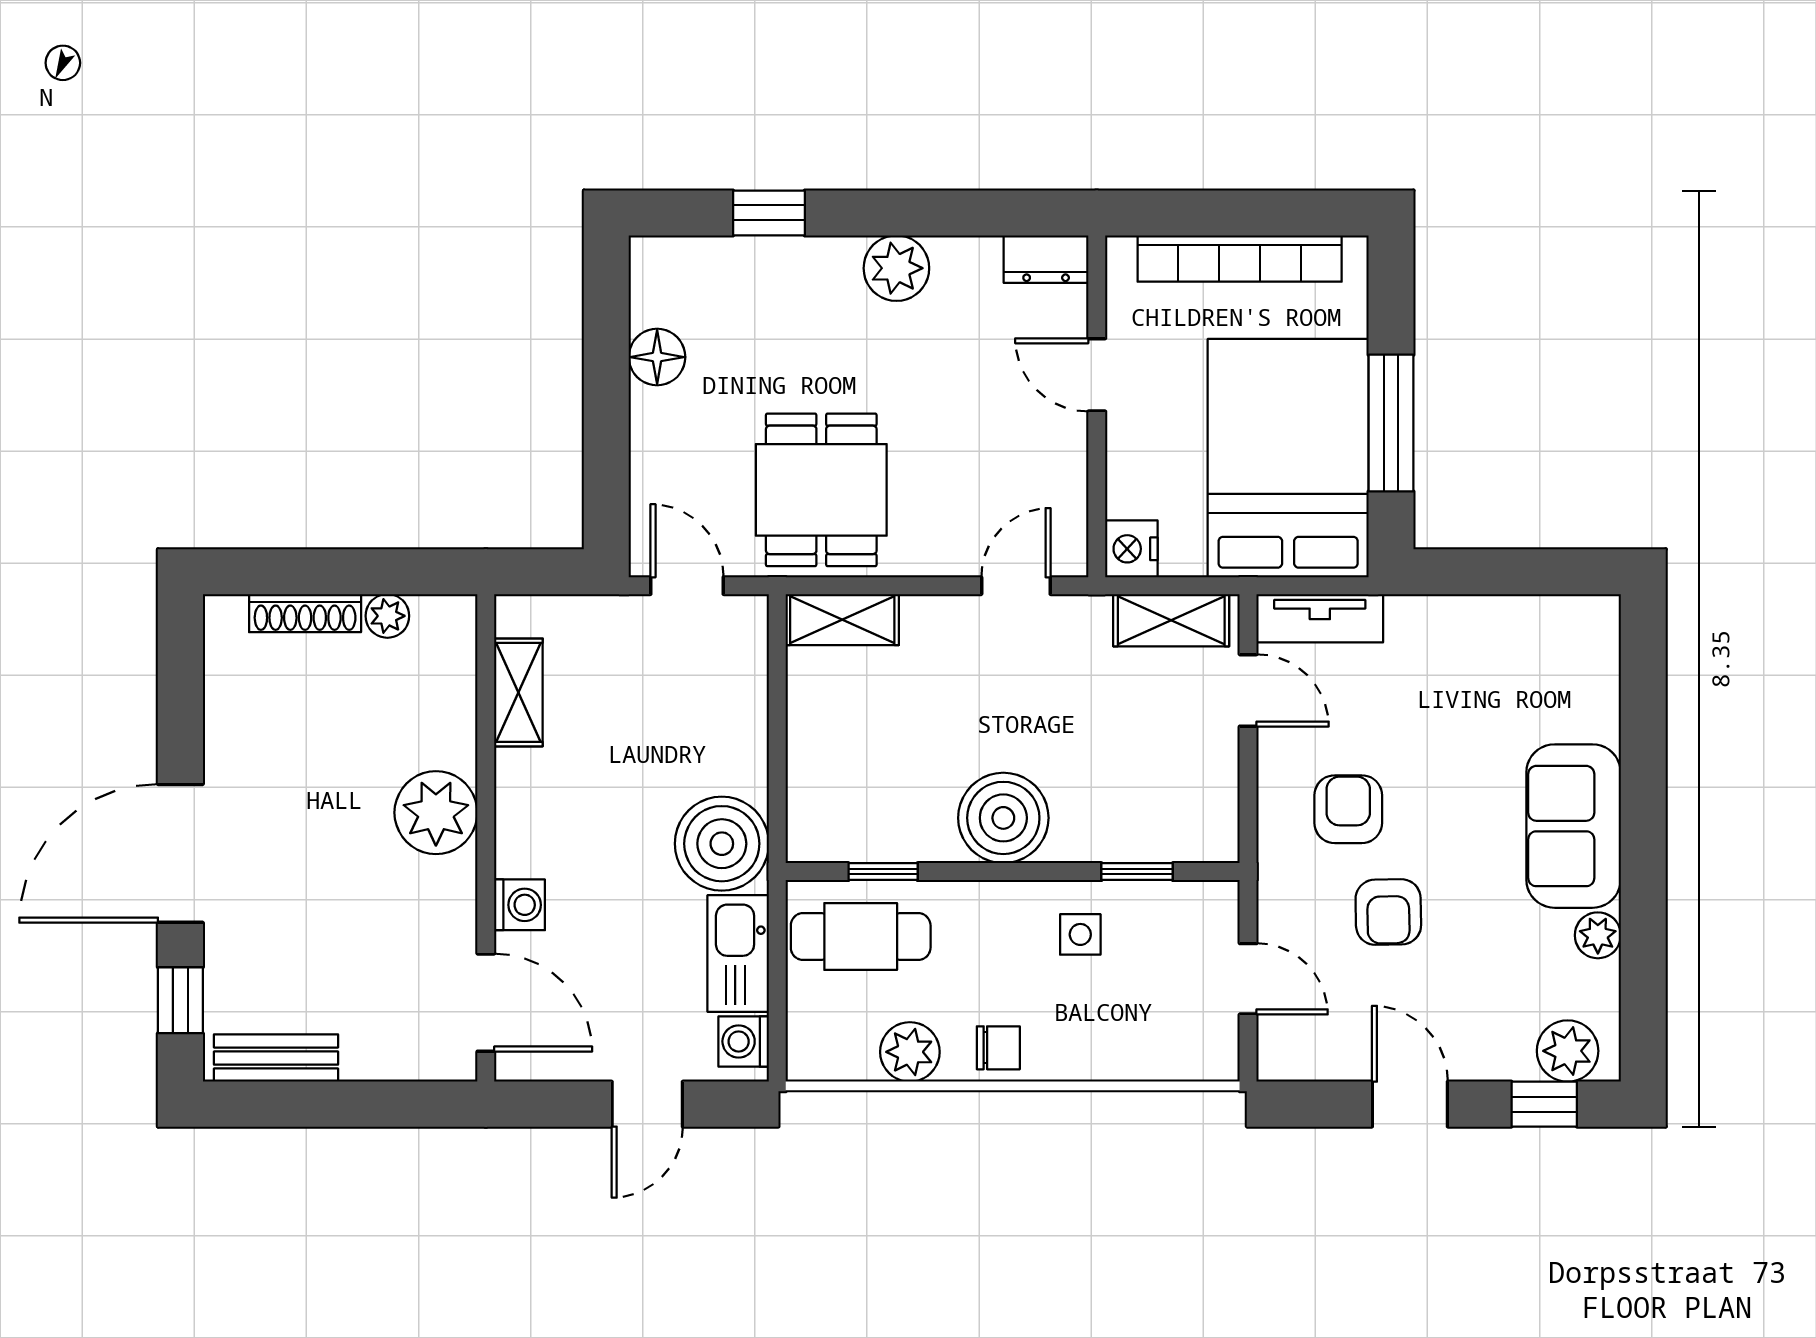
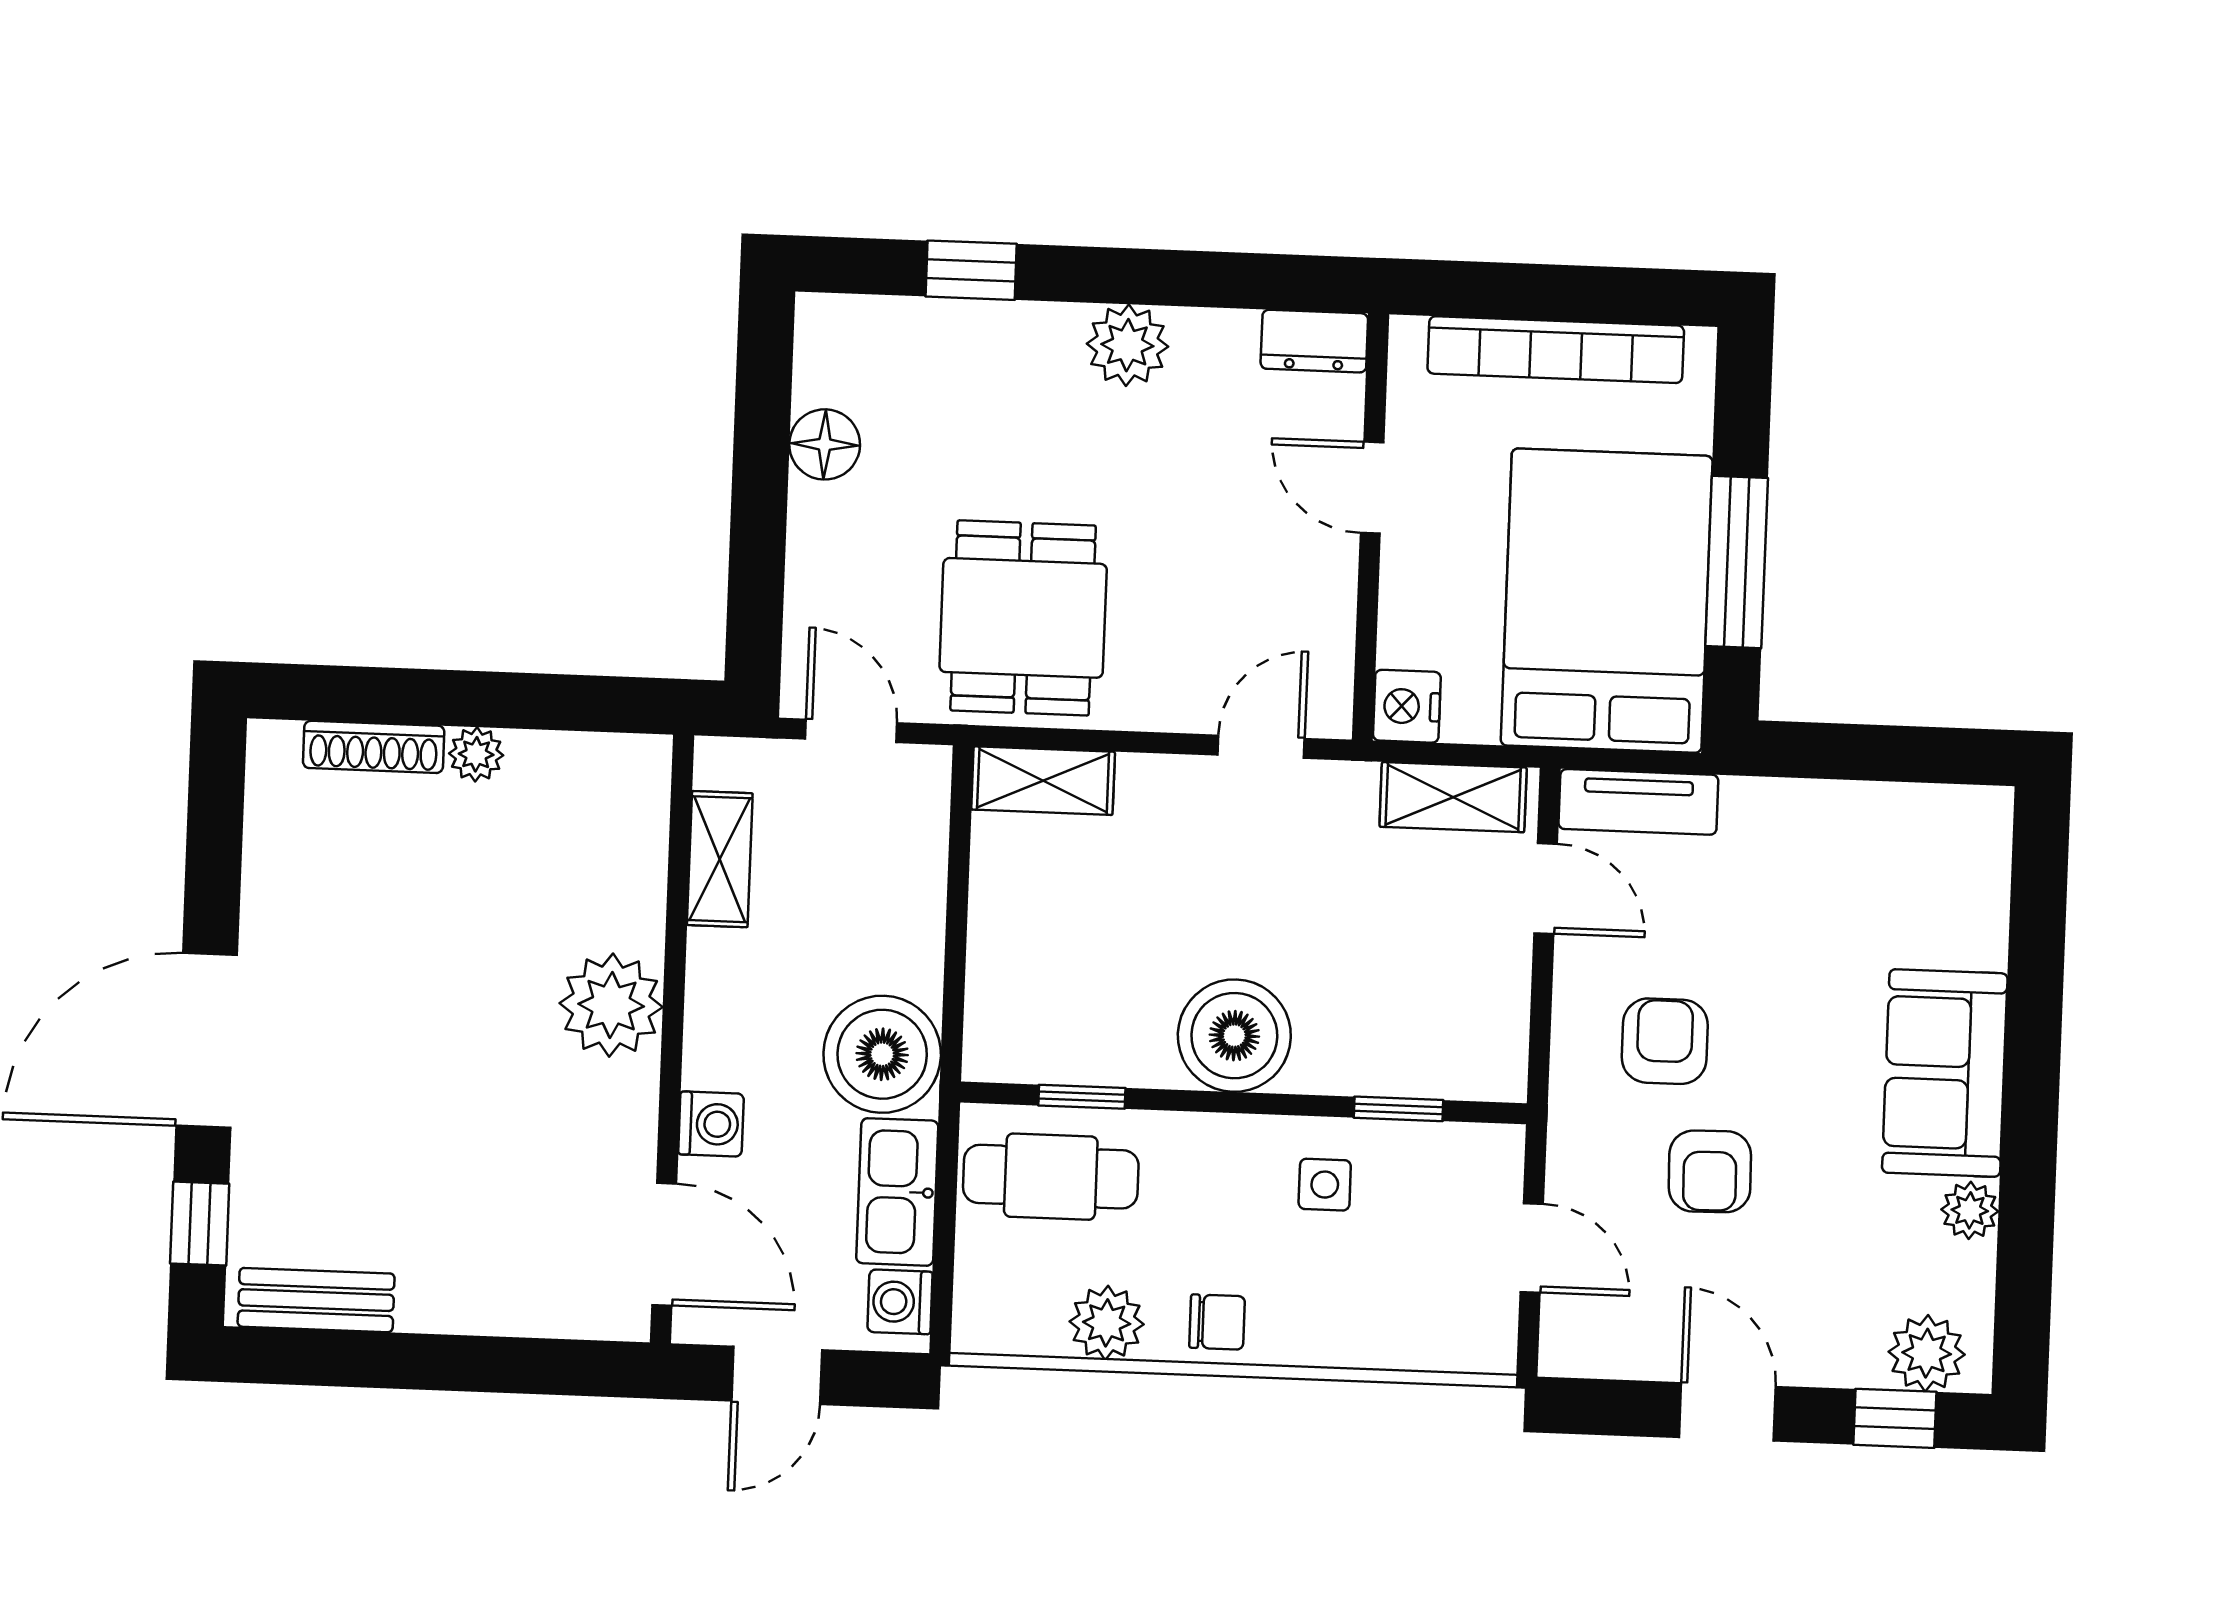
shelving: (518, 692) -> (720, 859), moved
plant: (436, 813) -> (611, 1005), moved
wall: (486, 838) -> (672, 1039), moved
washing machine: (520, 905) -> (711, 1124), moved
door: (486, 1003) -> (664, 1244), moved

